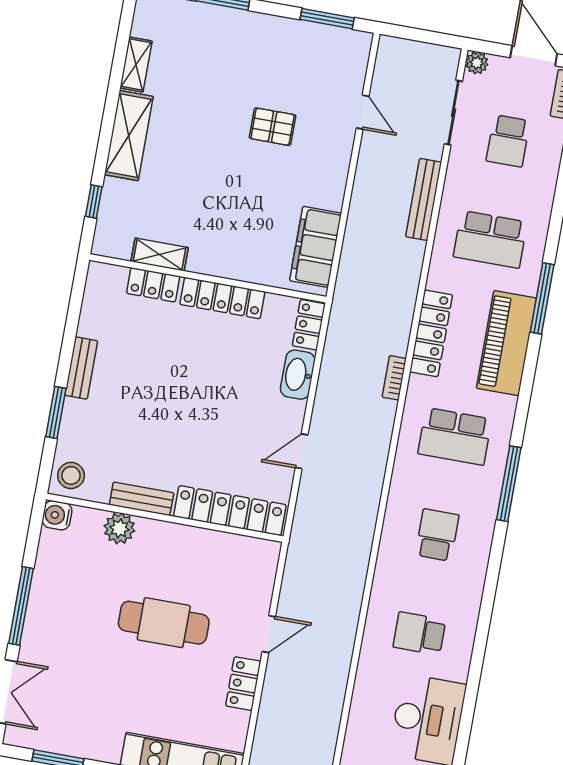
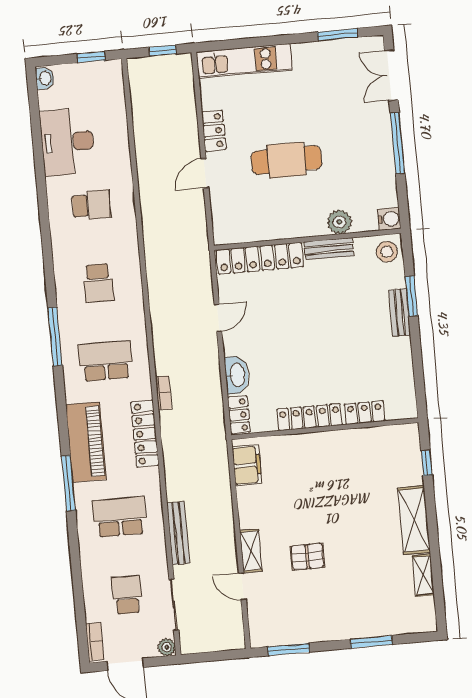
filing cabinet: (316, 247) -> (247, 465), width x0.67, depth x0.86
shelving: (160, 255) -> (251, 551), moved, turned 90
bench: (81, 368) -> (400, 313), moved

